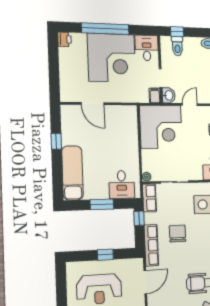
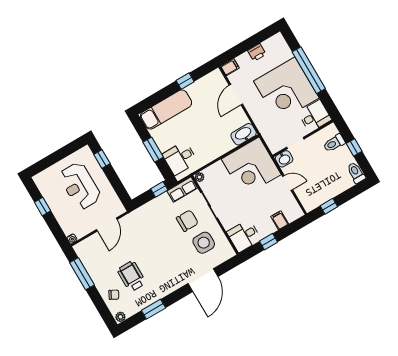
window: (177, 32) -> (354, 147), moved
printer: (64, 39) -> (257, 52), moved
filing cabinet: (155, 96) -> (230, 67), moved
washbasin: (130, 117) -> (244, 134), added
chair: (178, 234) -> (187, 221), moved
row of seats: (151, 245) -> (142, 213), removed
window: (105, 255) -> (102, 159), moved
door: (145, 282) -> (107, 224), hinge flipped

